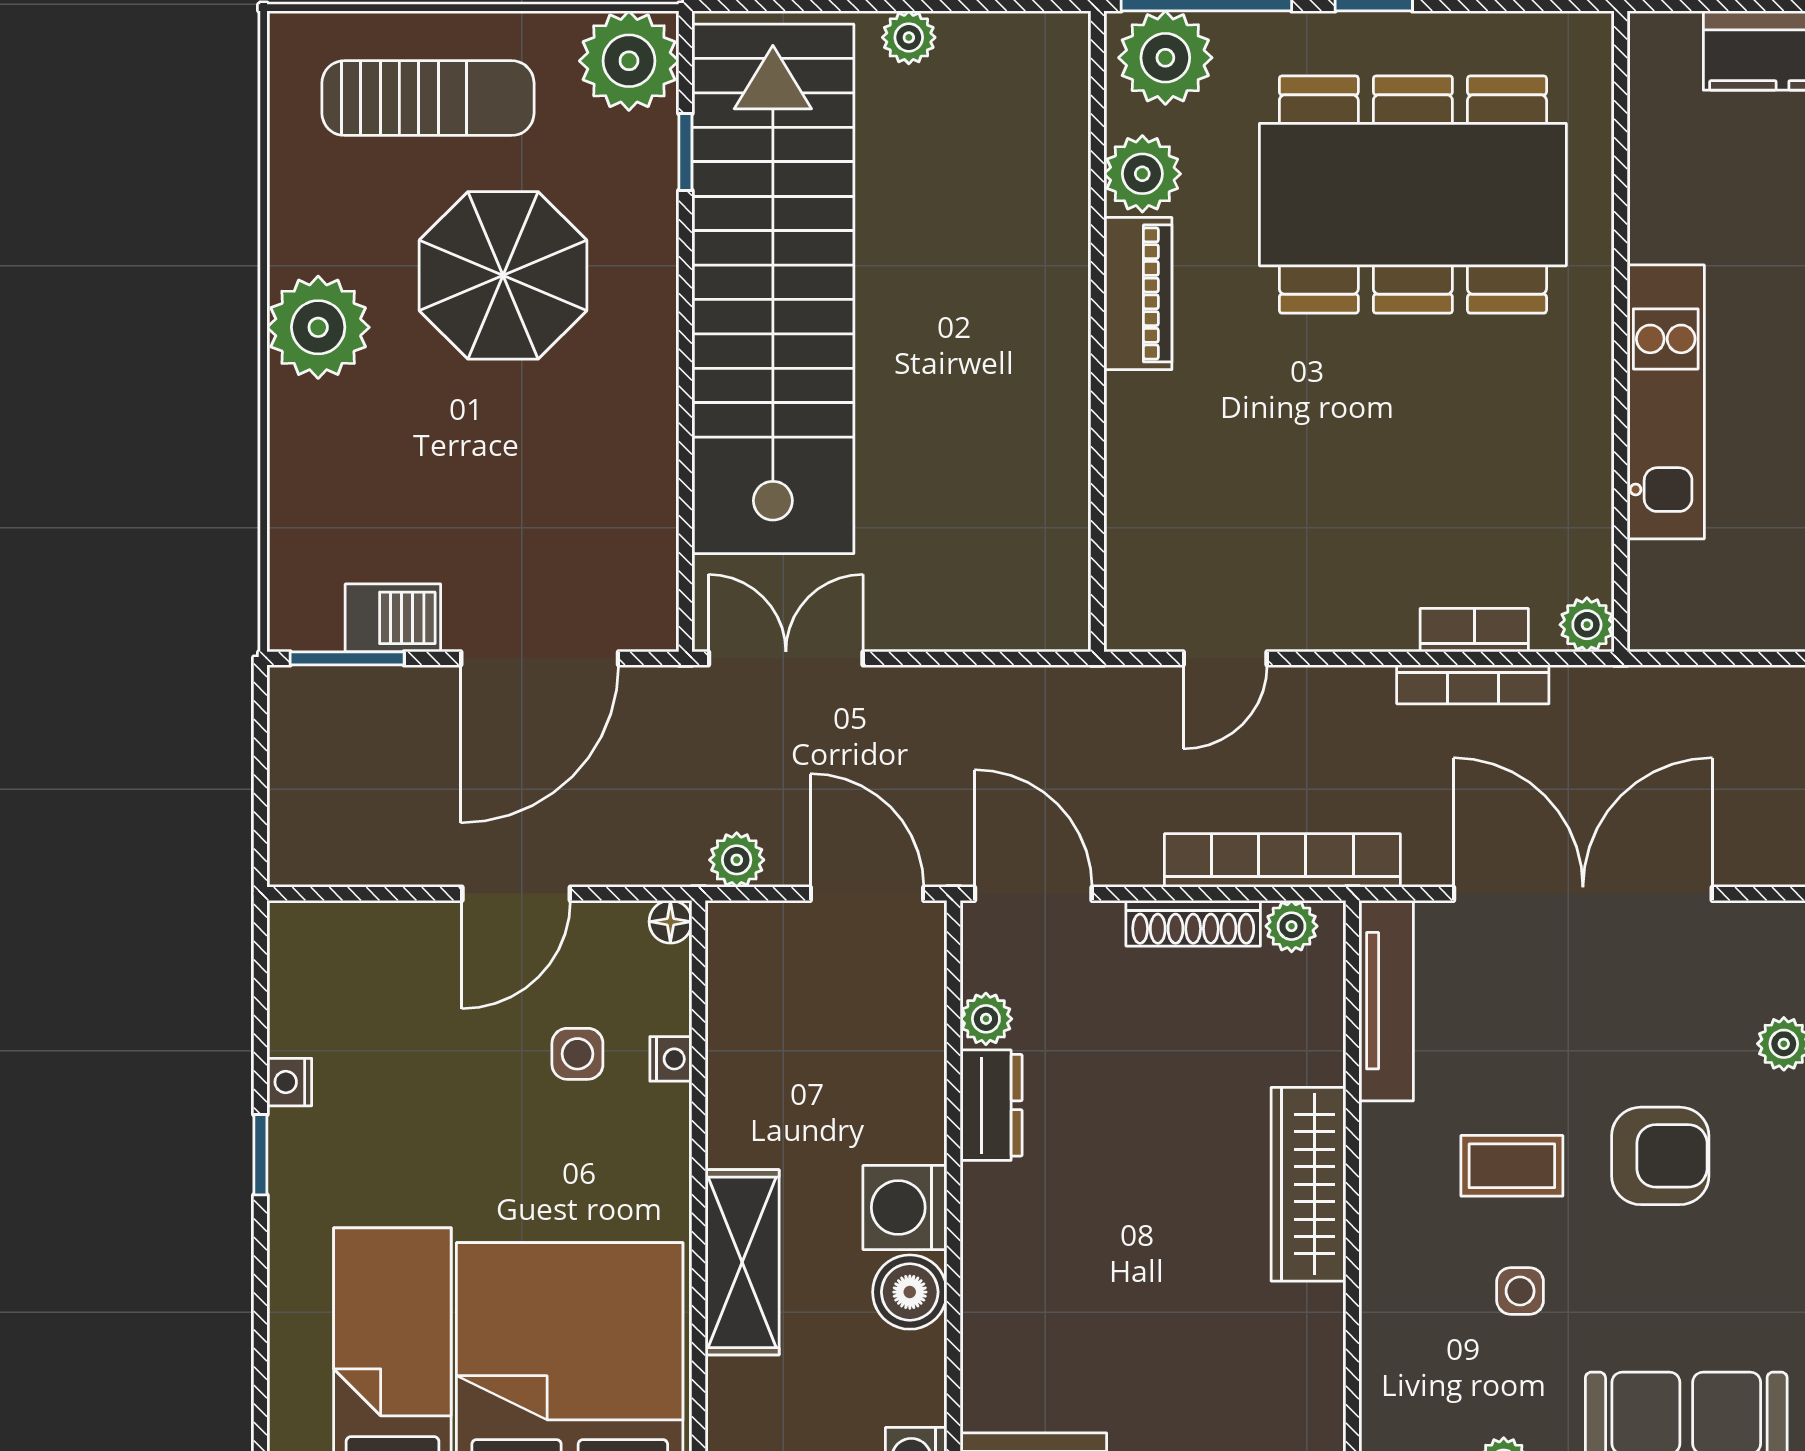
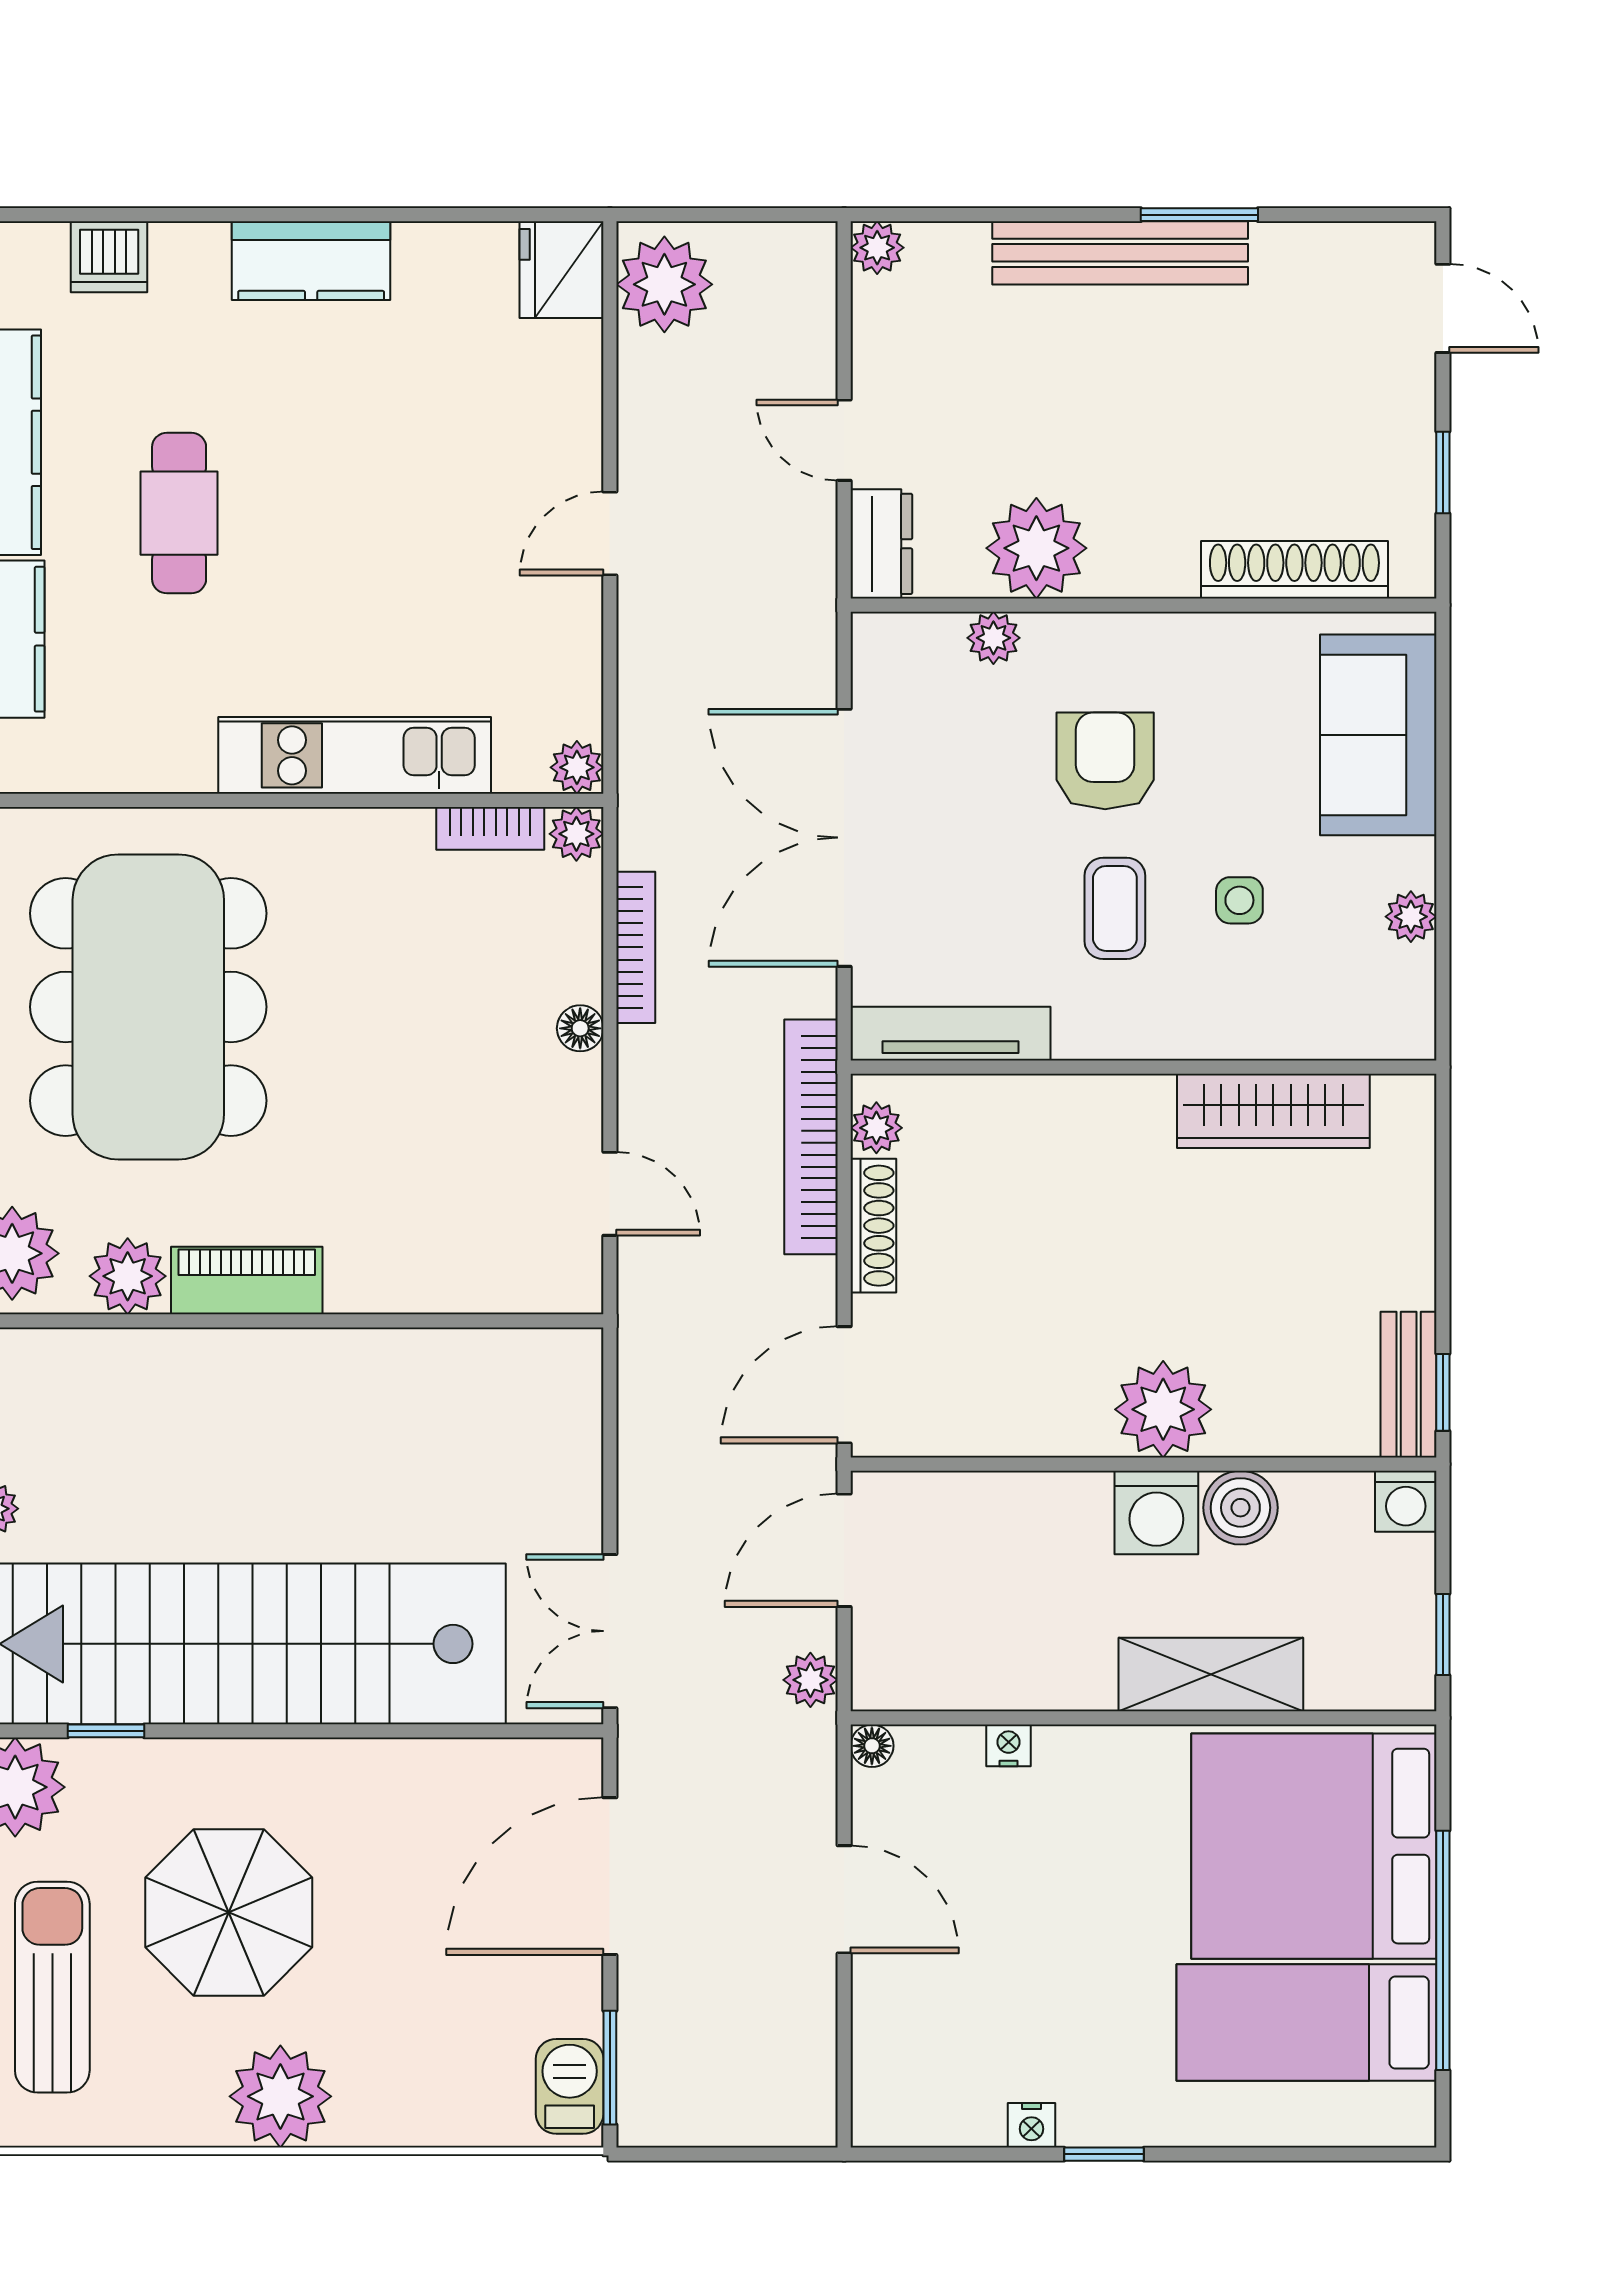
barbecue: (393, 618) -> (570, 2086), moved
plant: (1654, 625) -> (577, 767), added
floor lamp: (1391, 629) -> (580, 1028), added
bookcase: (1474, 630) -> (490, 828), moved, turned -90
door: (540, 658) -> (610, 1876), swing flipped
plant: (986, 1019) -> (1163, 1409), moved, width x1.88, depth x1.88
side table: (577, 1054) -> (1003, 1838), removed
dresser: (991, 1105) -> (1055, 1427), removed
wardrobe: (1308, 1184) -> (1273, 1111), moved

